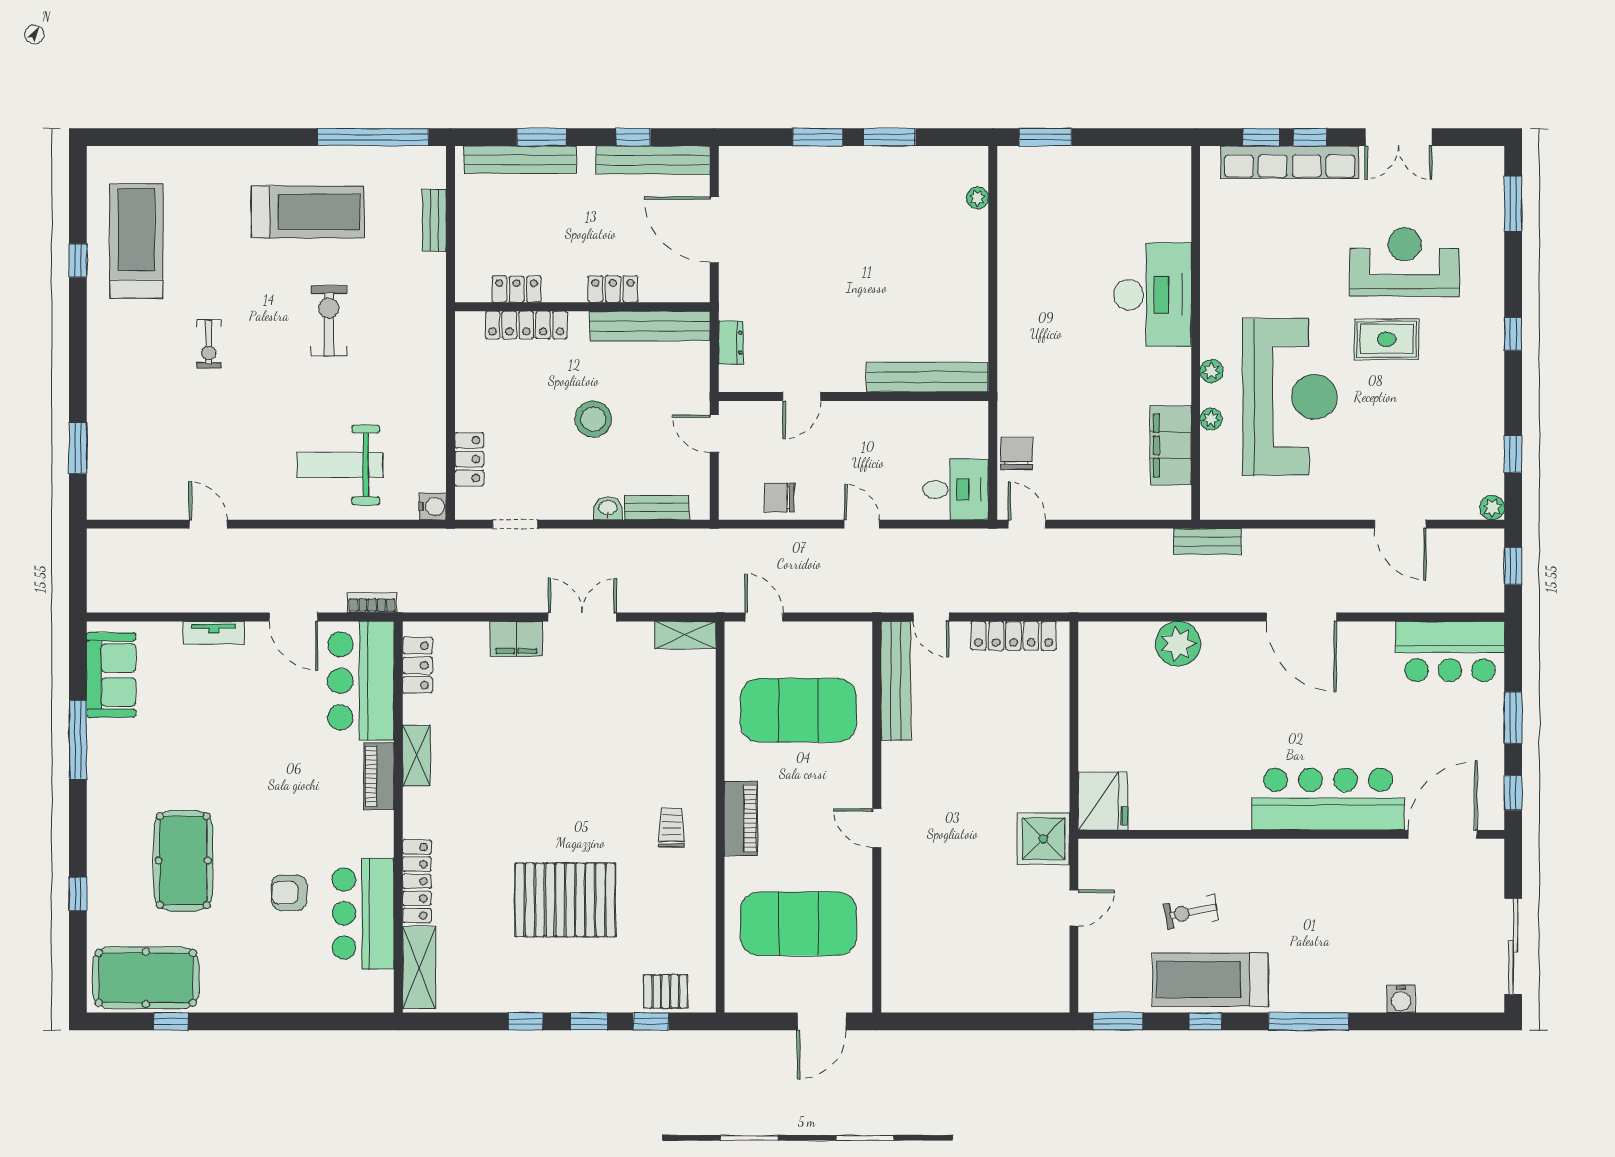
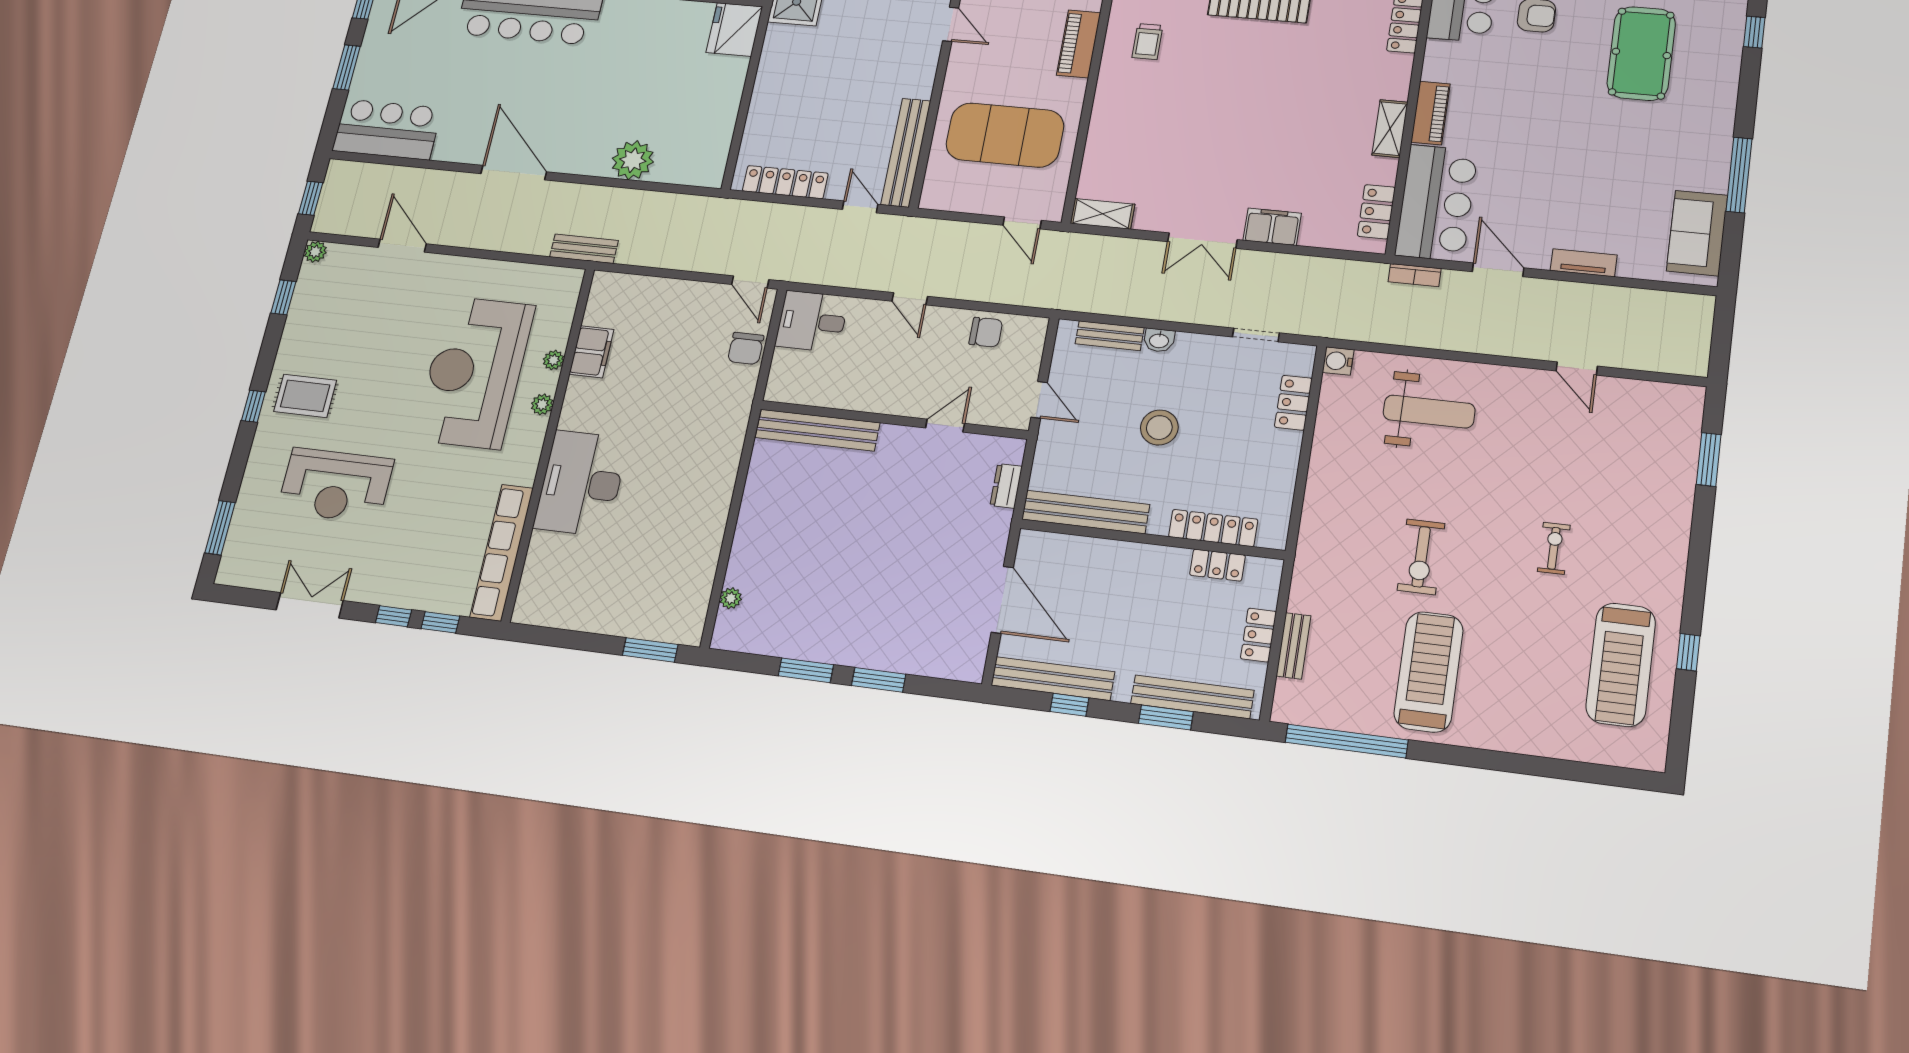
row of seats: (1290, 162) -> (502, 552), moved, turned -90
treadmill: (308, 212) -> (1429, 672), turned 90
locker: (613, 289) -> (1258, 635), moved, turned 90
rug: (1387, 339) -> (305, 396), moved
filing cabinet: (1171, 445) -> (591, 352), width x0.67, depth x0.86

